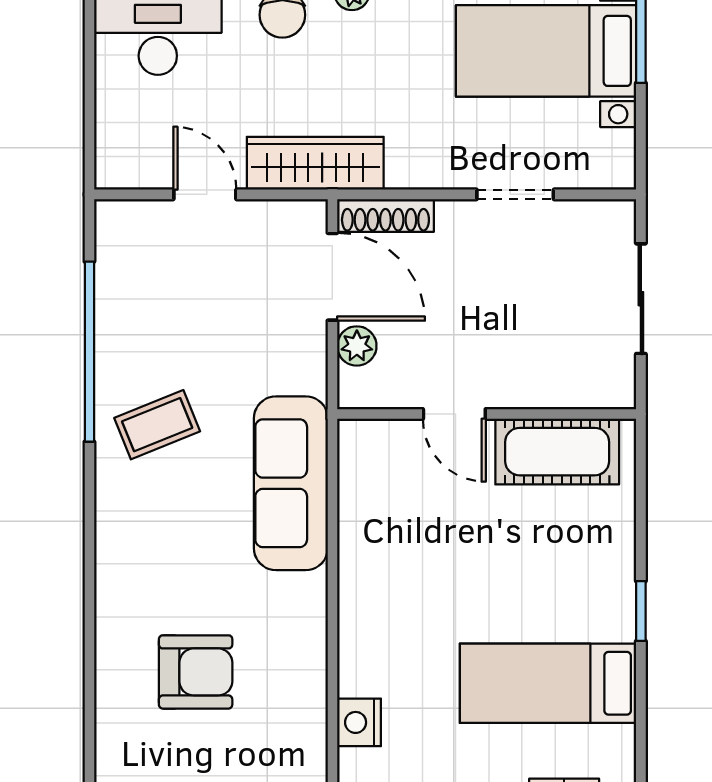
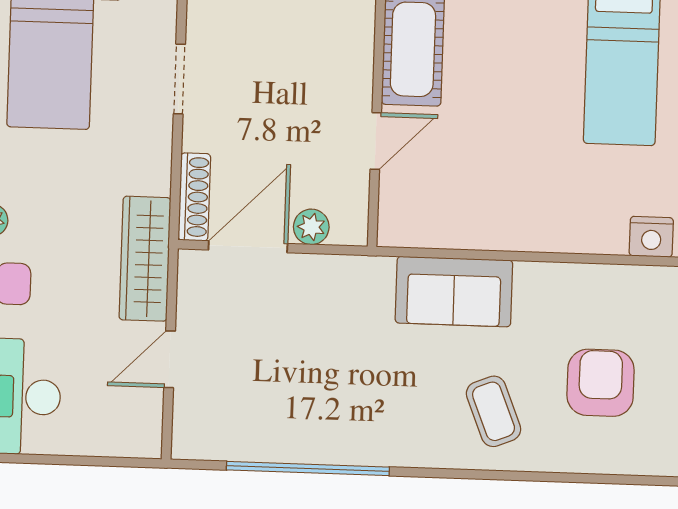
coffee table: (157, 425) -> (494, 411), moved
sofa: (291, 483) -> (454, 292), width x0.73

